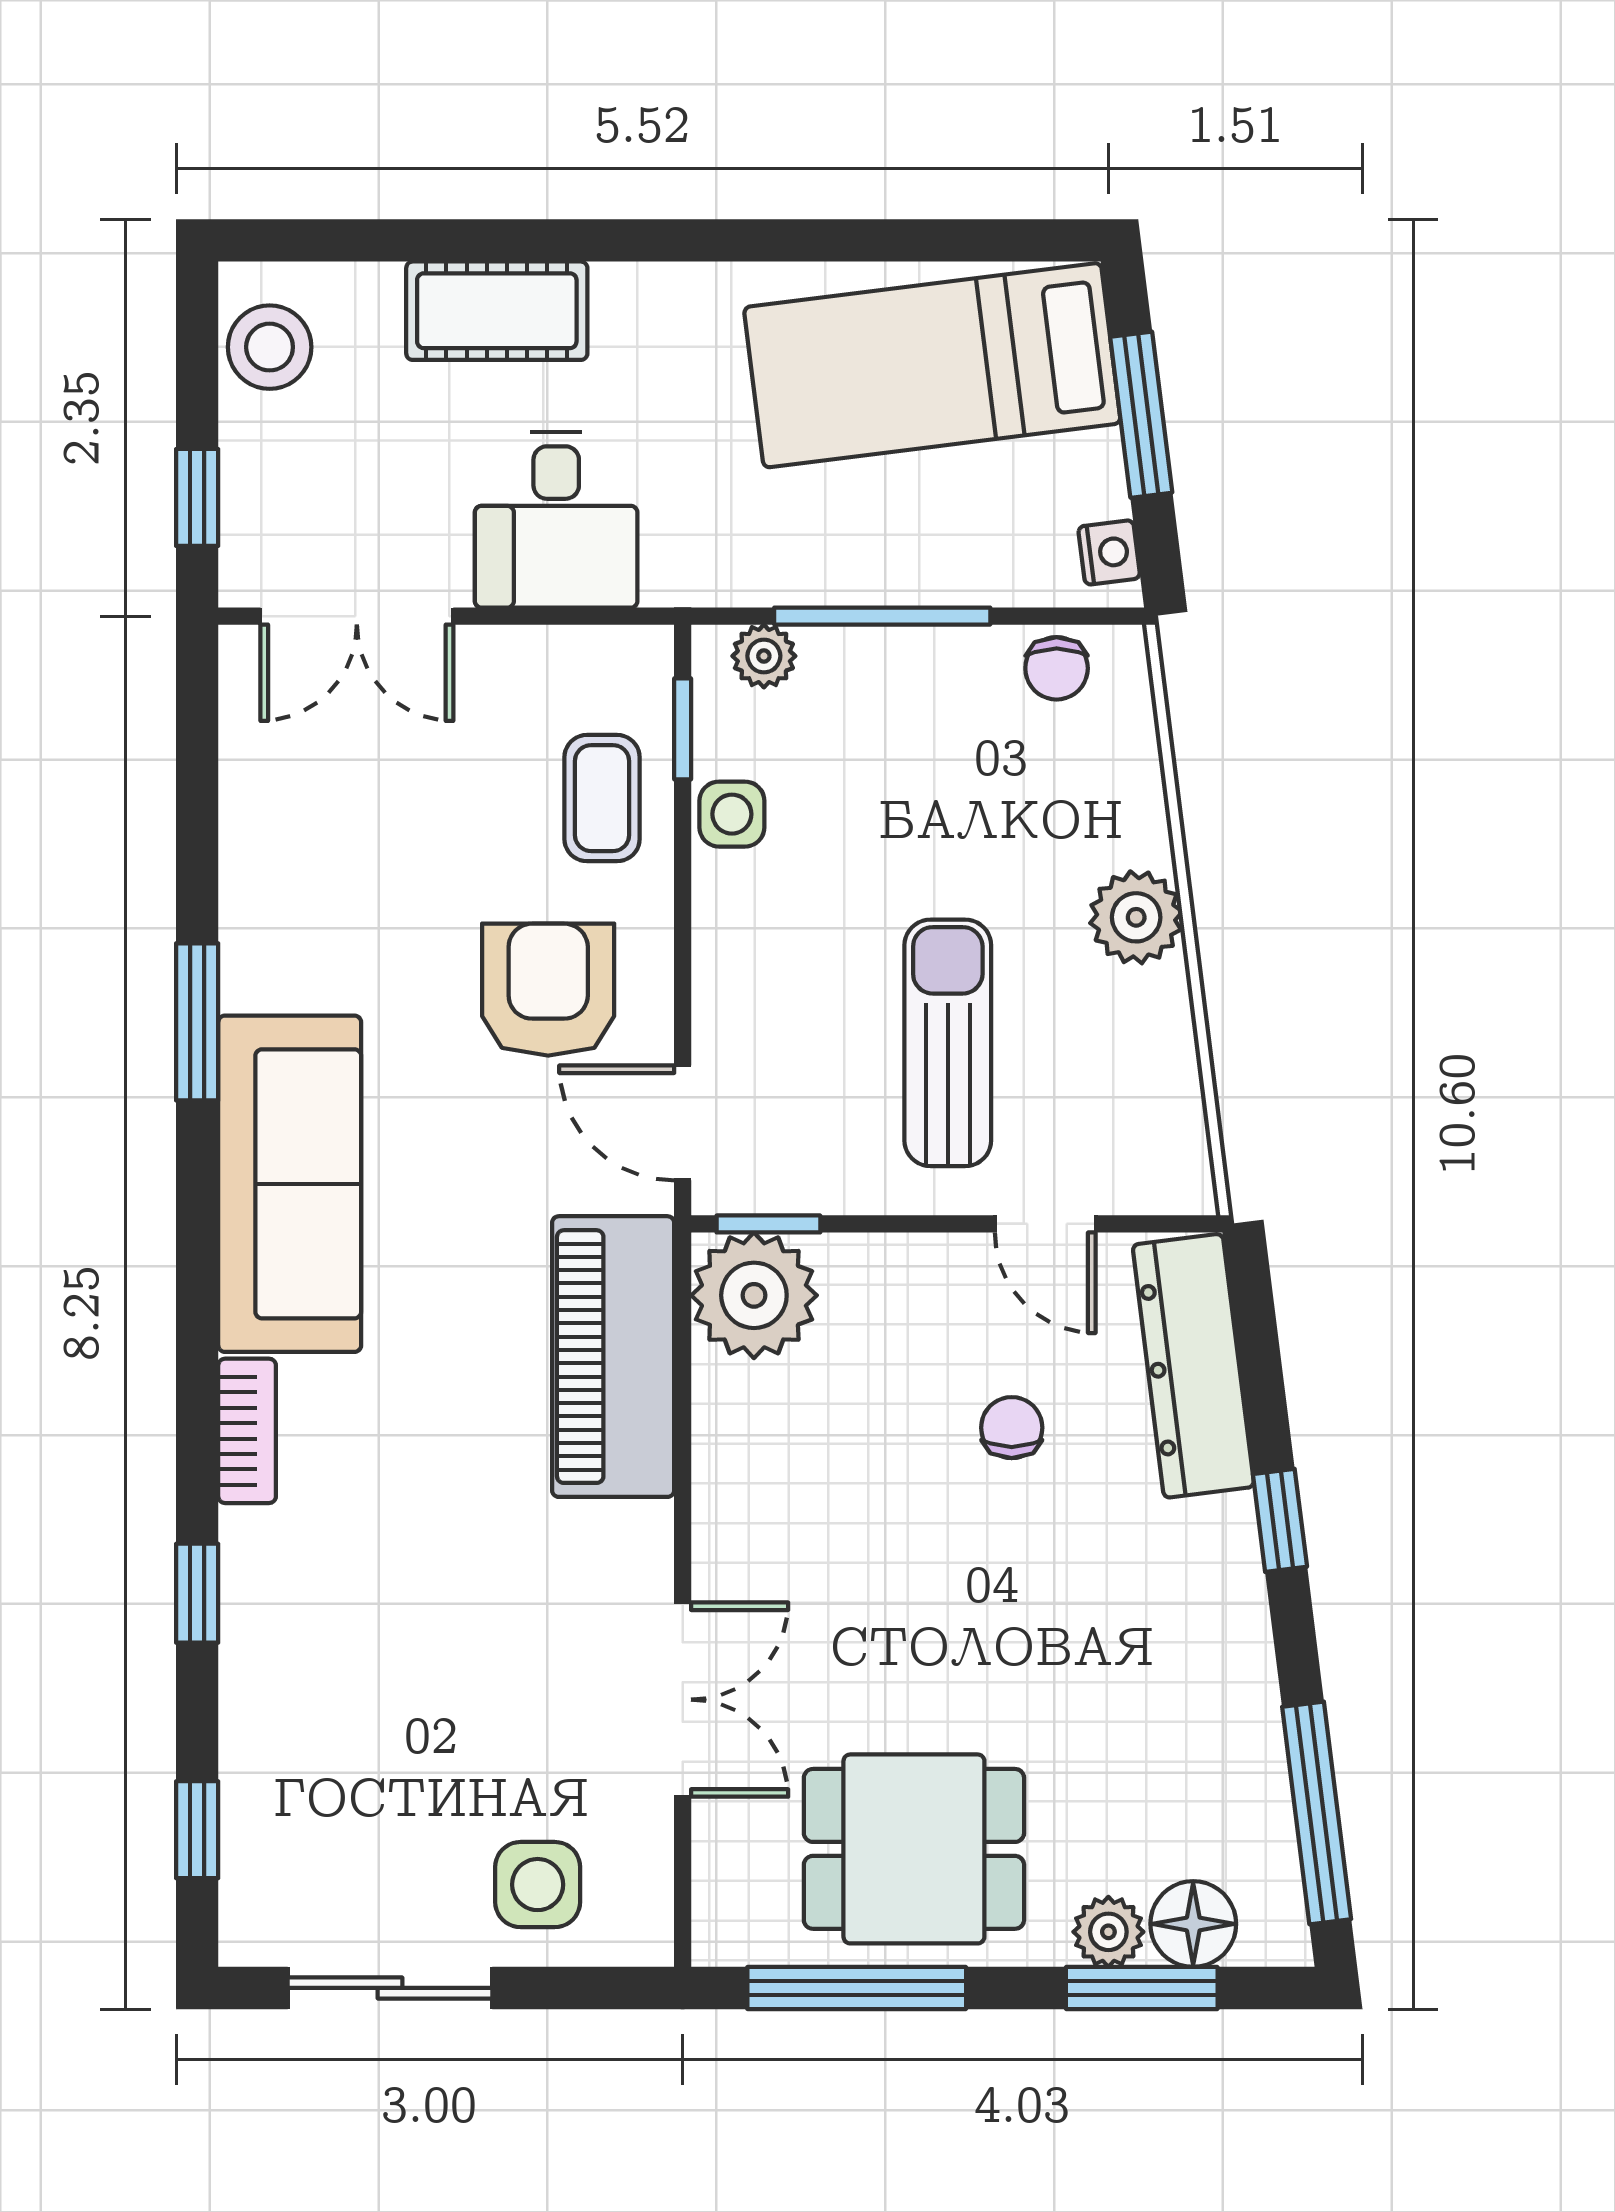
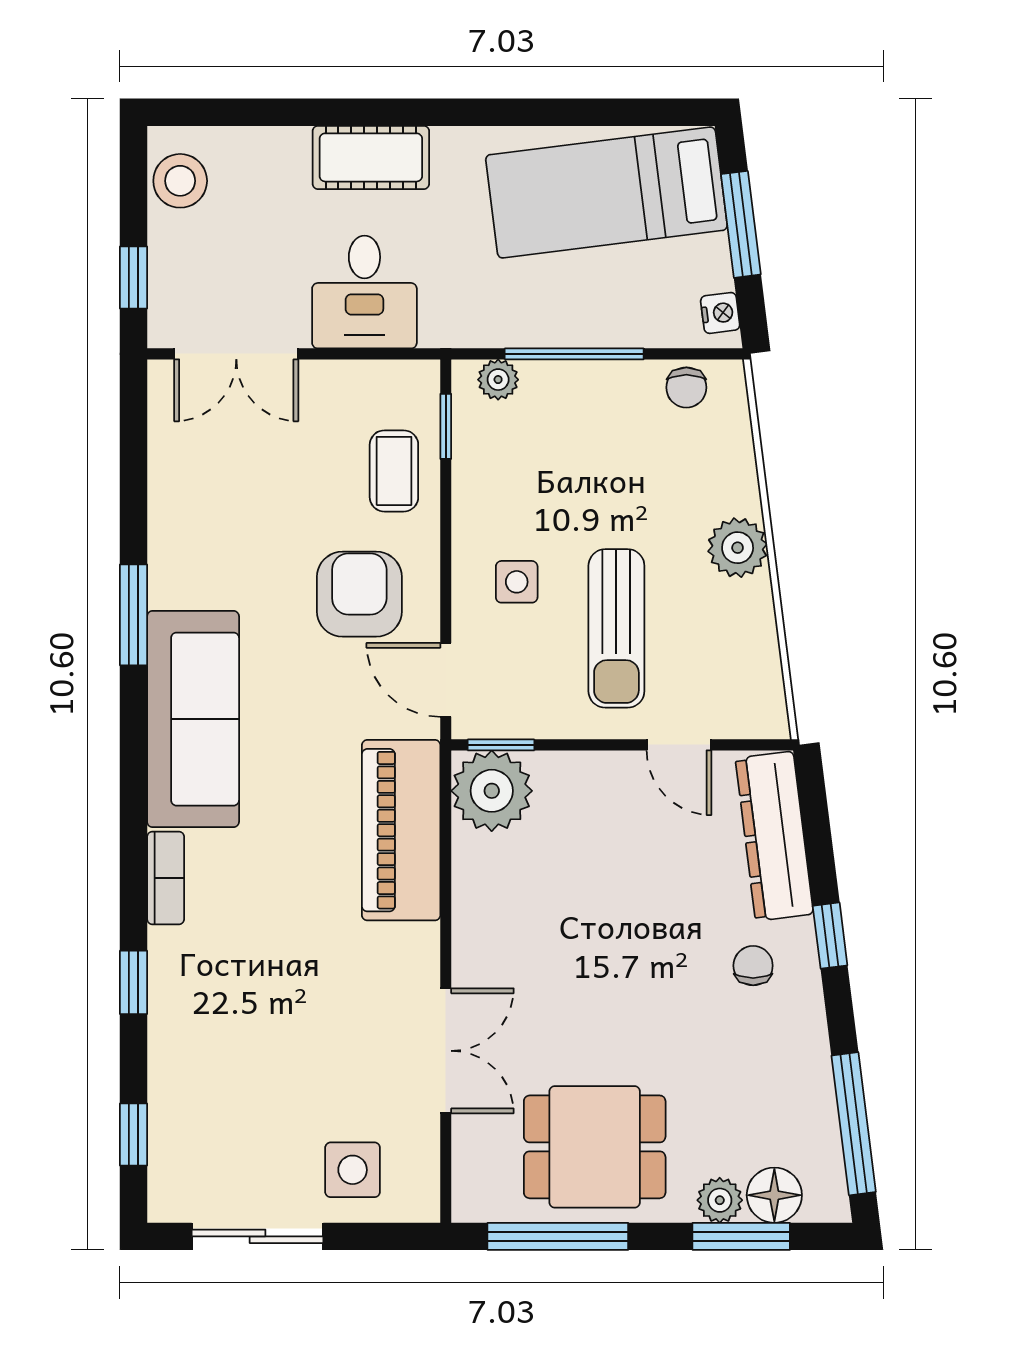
cot: (497, 311) -> (371, 157), moved
side table: (732, 814) -> (517, 582), moved
sun lounger: (948, 1043) -> (616, 628), turned 180
chair: (1012, 1428) -> (753, 966), moved

